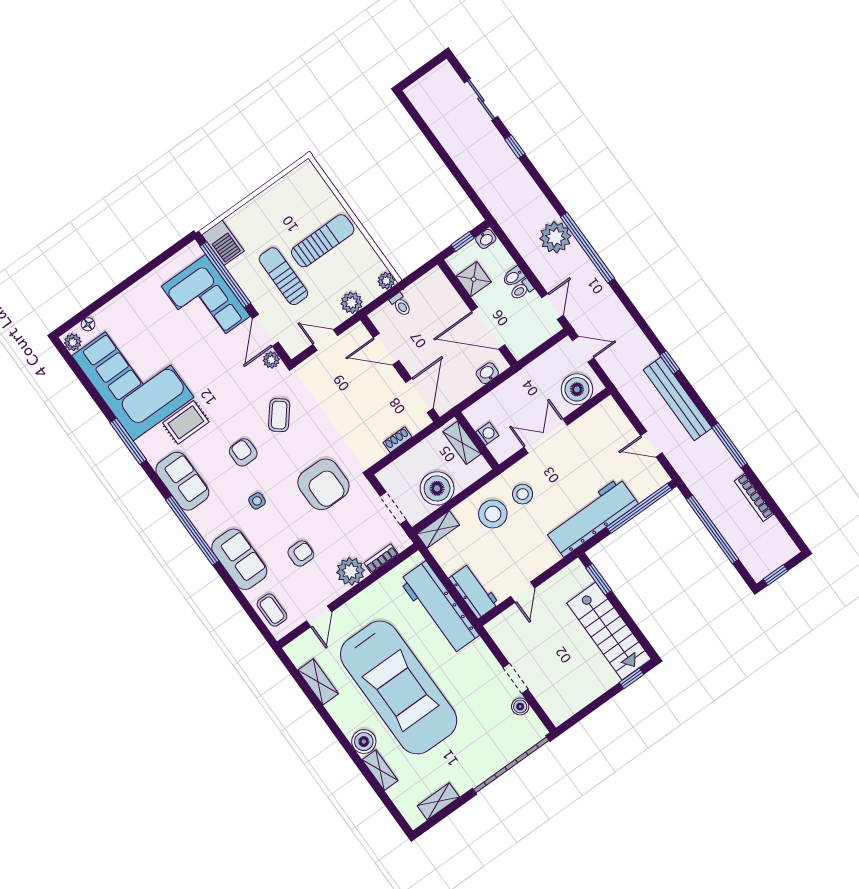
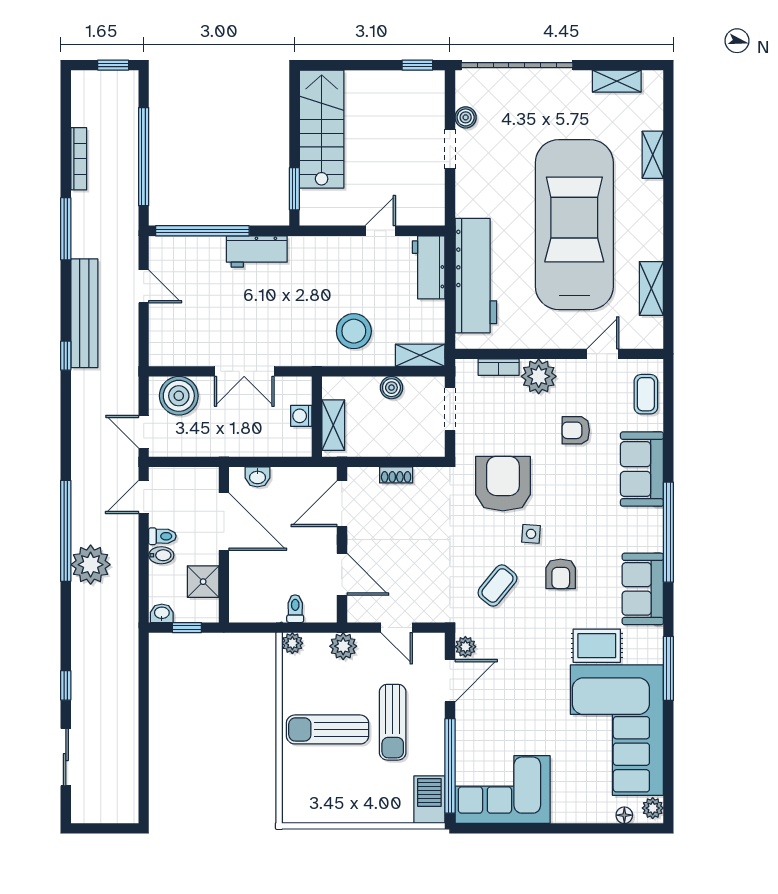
corner sofa: (206, 301) -> (503, 789), moved, turned -90
boiler: (437, 488) -> (391, 388), width x0.54, depth x0.54
stool: (523, 494) -> (310, 330), removed
side table: (257, 501) -> (531, 534), moved
workbench: (591, 517) -> (257, 252), width x0.53, depth x0.76
window: (632, 678) -> (417, 65), moved
boiler: (364, 742) -> (649, 195), removed

